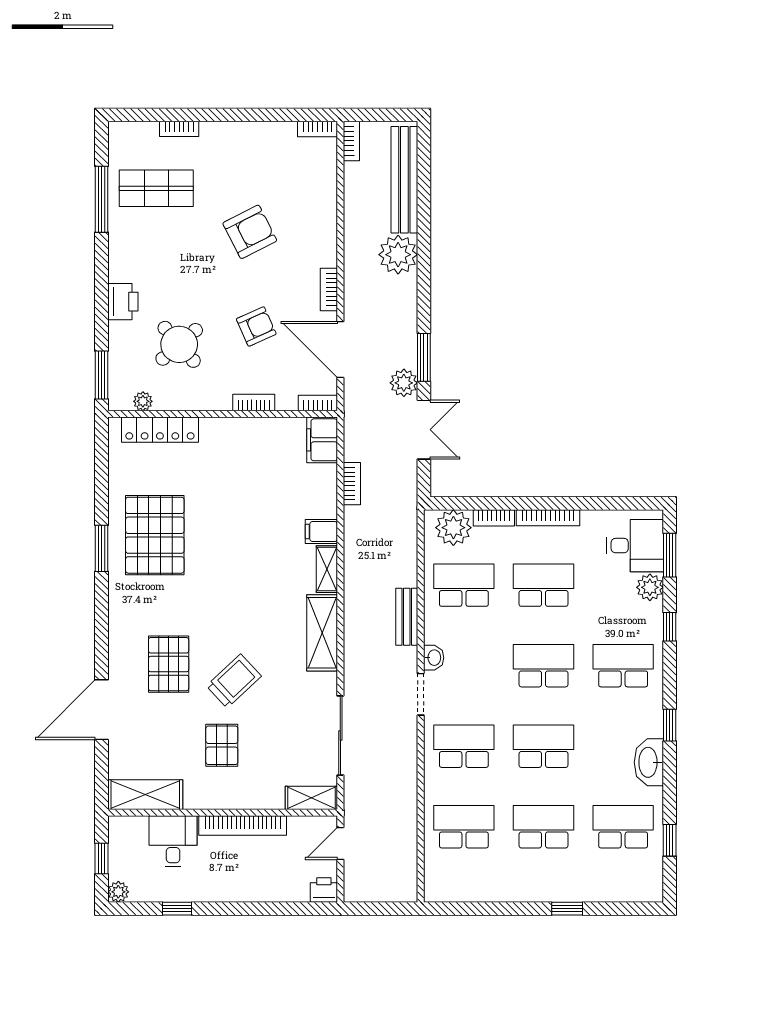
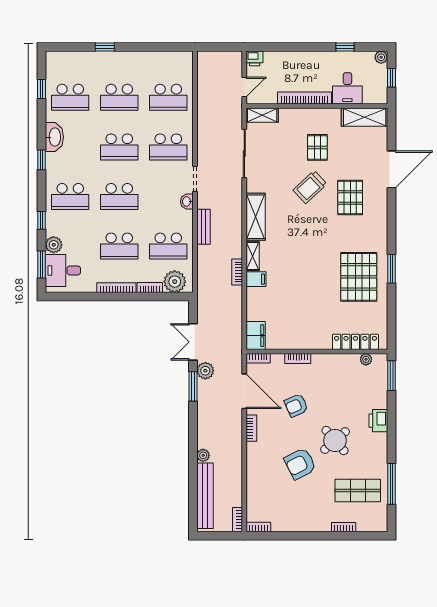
plant: (398, 255) -> (203, 455), width x0.53, depth x0.53
round table: (179, 344) -> (335, 441), moved
bookcase: (352, 484) -> (237, 272), moved

